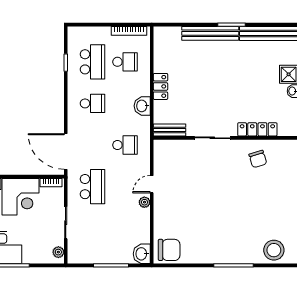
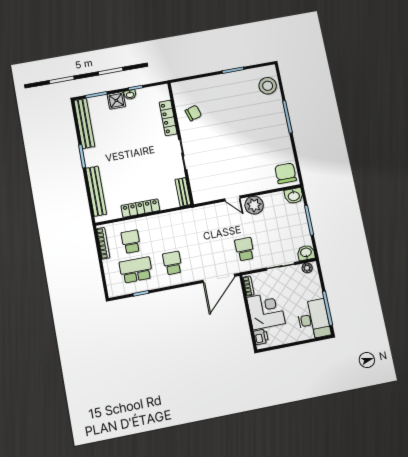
bench: (210, 33) -> (96, 191), moved
locker: (161, 86) -> (140, 208), width x1.53
washbasin: (142, 106) -> (306, 253), moved, turned 180
school desk: (125, 145) -> (203, 228), removed
school desk: (93, 187) -> (245, 249), width x0.54
plant: (144, 202) -> (254, 205), width x1.87, depth x1.87

